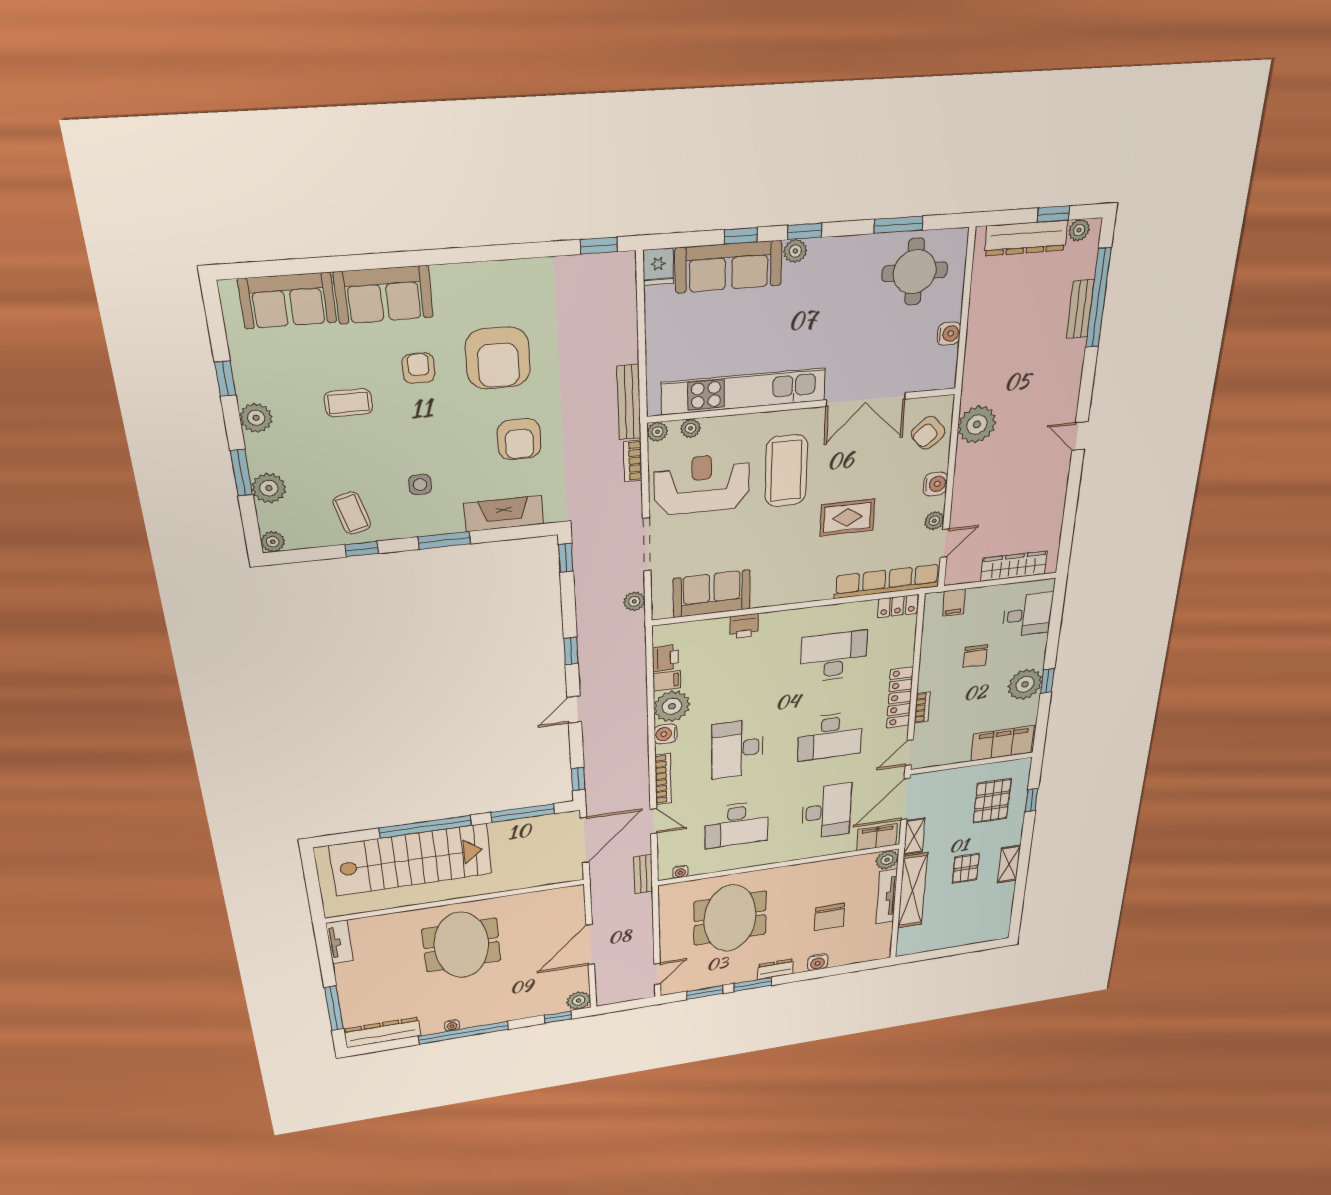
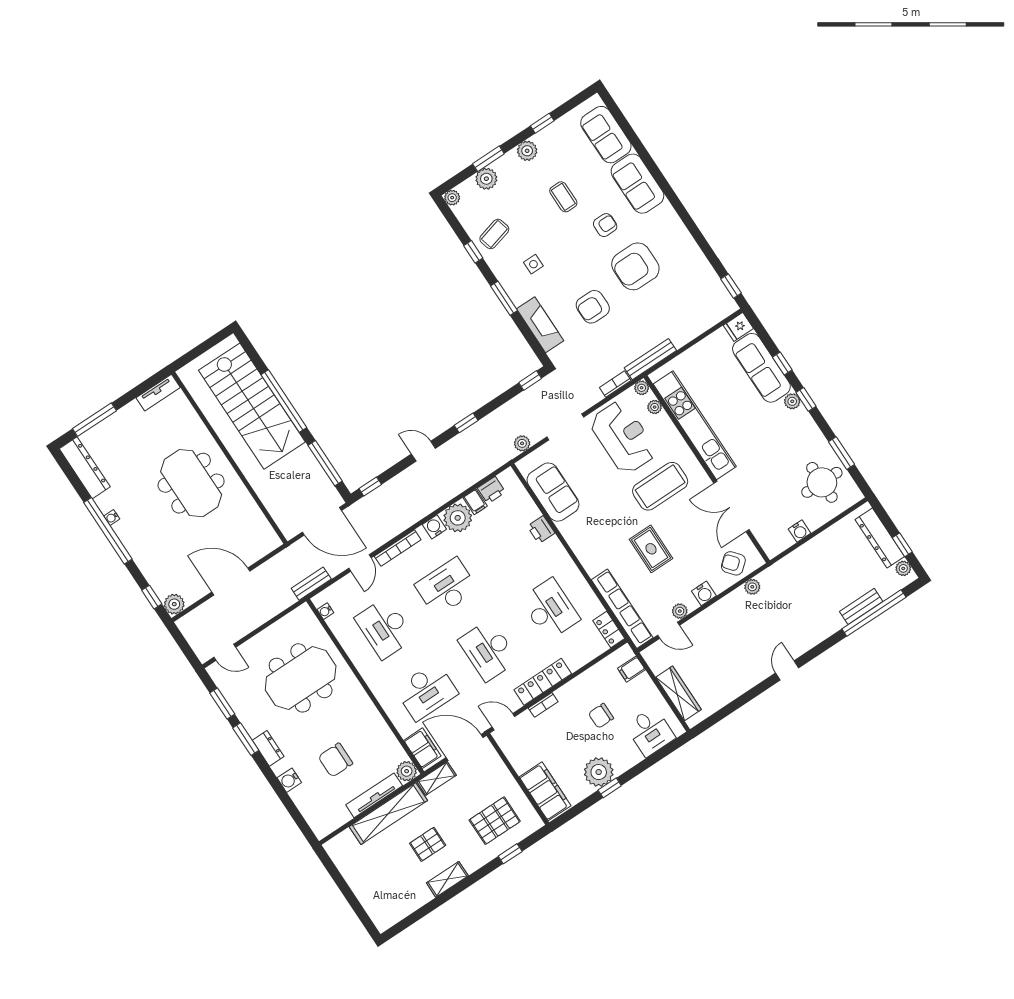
plant: (977, 424) -> (752, 587), width x0.53, depth x0.53
meeting table: (462, 945) -> (191, 483), turned 90

